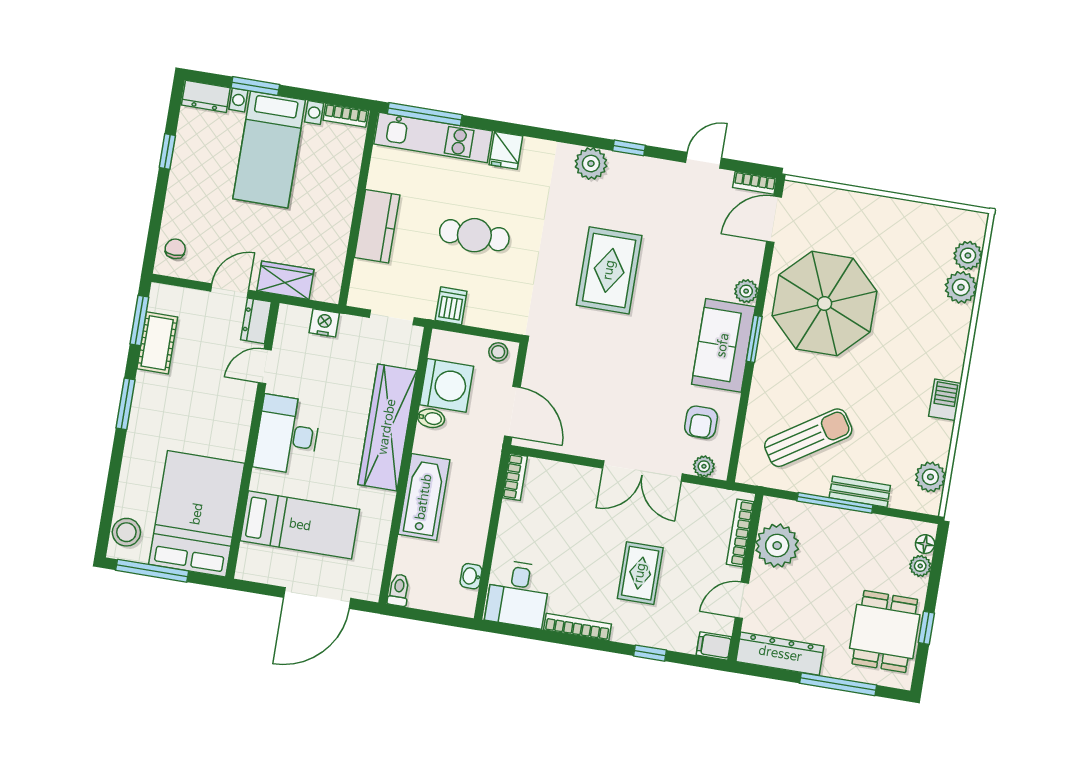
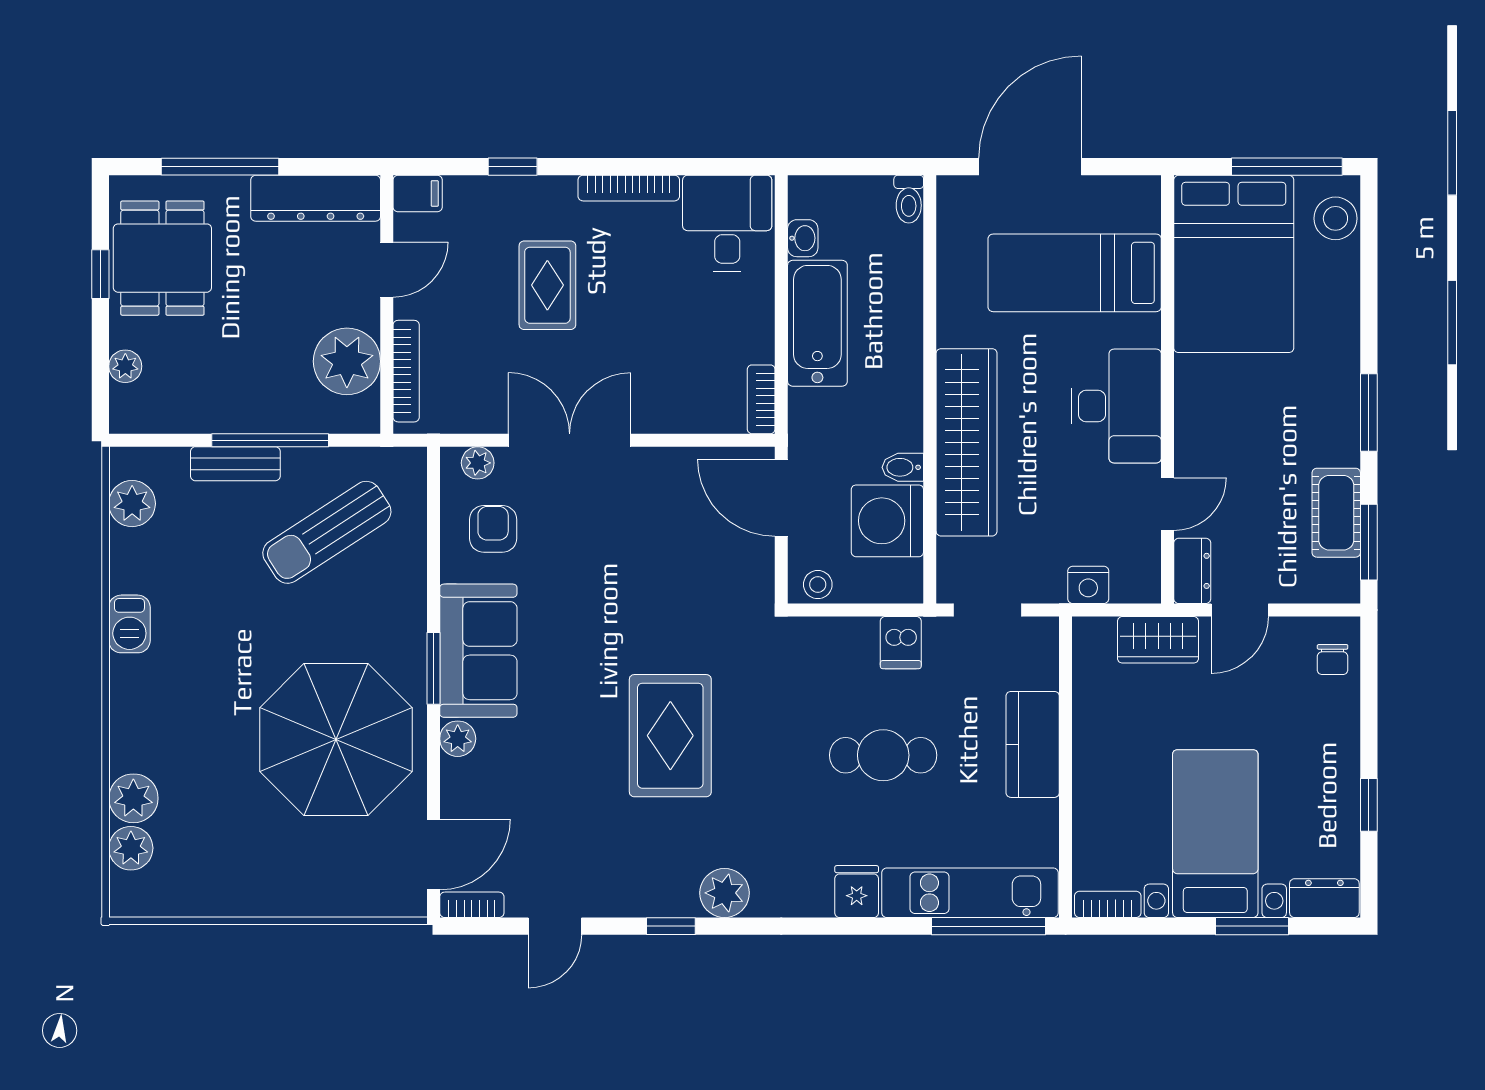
bathtub: (424, 497) -> (817, 323), moved, turned 180
floor lamp: (925, 544) -> (123, 401), removed

